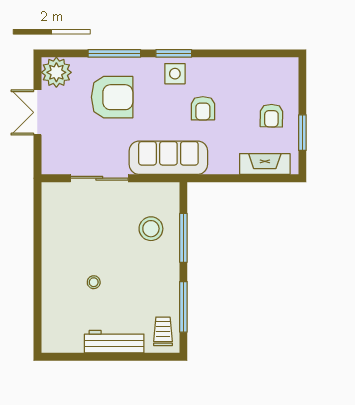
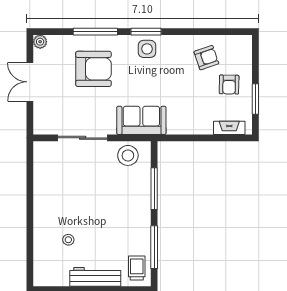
plant: (56, 72) -> (40, 42), width x0.53, depth x0.53
armchair: (203, 108) -> (206, 58), moved, turned -109
sofa: (168, 158) -> (141, 120), width x0.73
fireplace: (265, 164) -> (229, 128), width x0.73, depth x0.76
stool: (151, 229) -> (128, 155), moved
stool: (94, 282) -> (68, 240), moved

